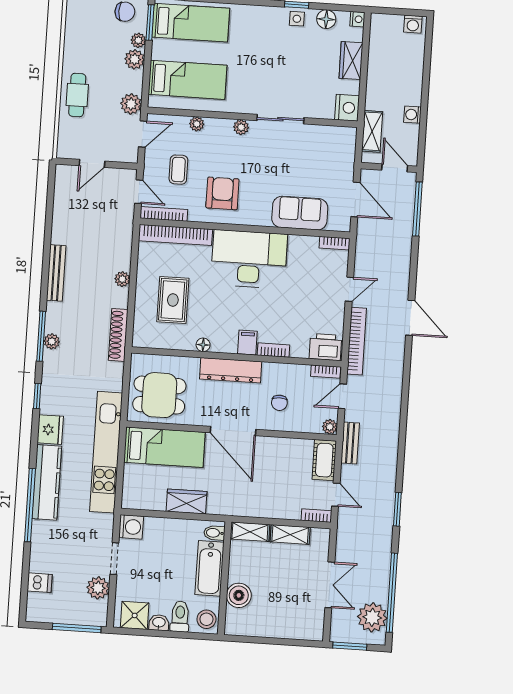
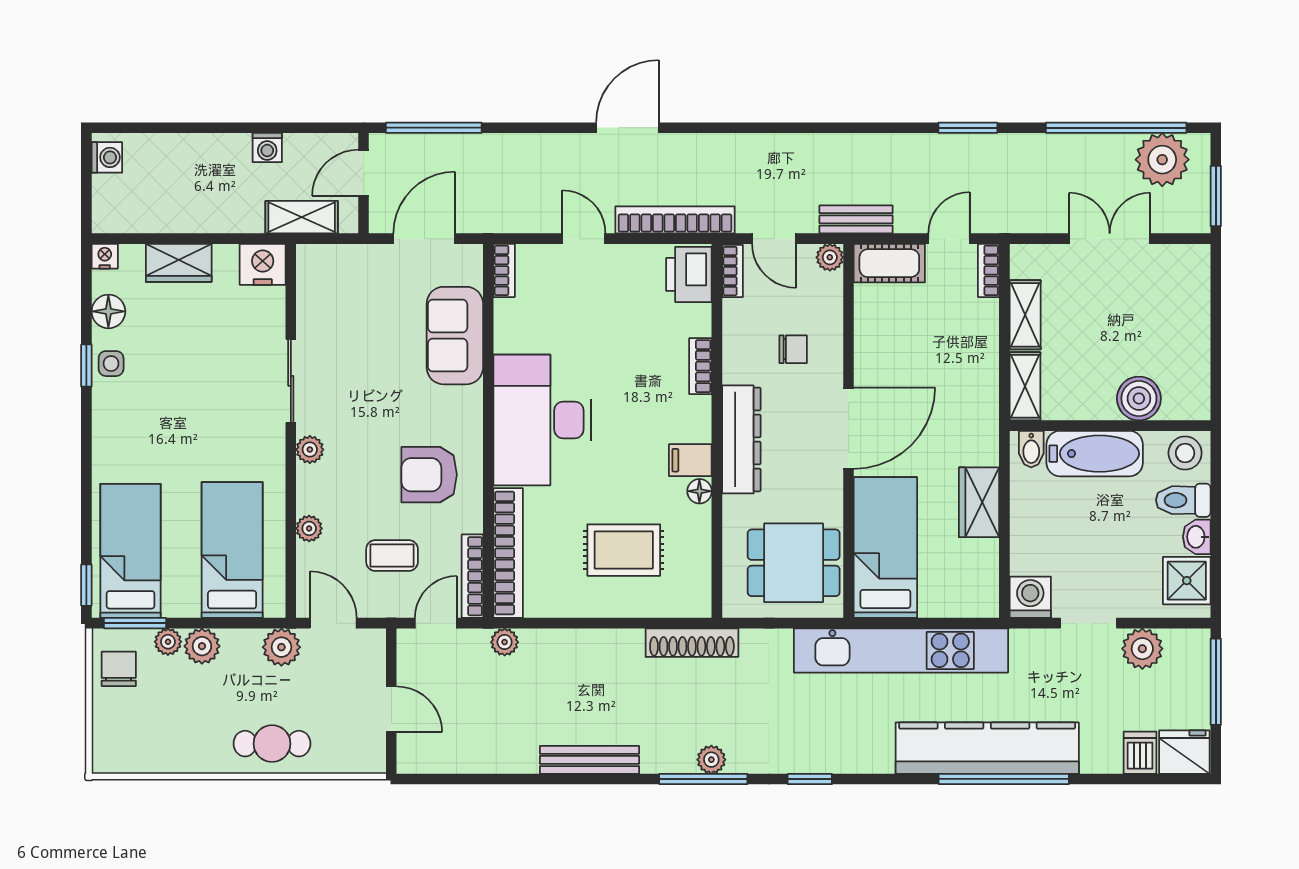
plant: (122, 279) -> (505, 642), moved
filing cabinet: (247, 343) -> (690, 460), moved
dining table: (159, 395) -> (794, 563), turned 90
fridge: (50, 430) -> (1184, 752), moved
kitchen counter: (47, 482) -> (987, 748), width x1.39, depth x1.17

